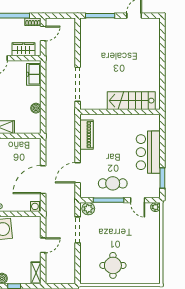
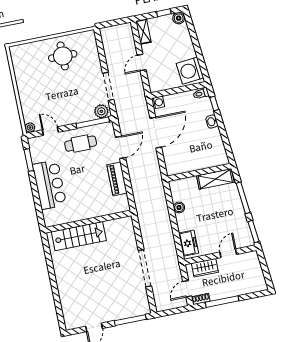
doorway: (78, 84) -> (145, 268), moved
piano: (86, 135) -> (117, 179), moved
window: (108, 200) -> (93, 123), moved

